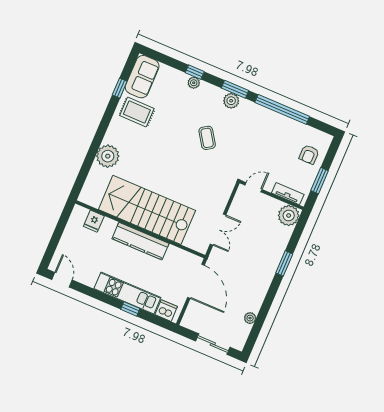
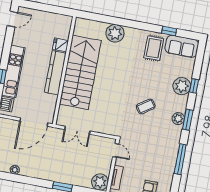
plant: (194, 83) -> (182, 86), width x1.87, depth x1.87
window: (282, 109) -> (180, 159), width x0.68
fridge: (94, 221) -> (61, 45), moved

